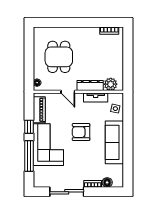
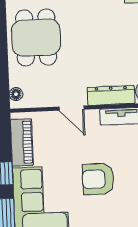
dining table: (59, 57) -> (36, 38), moved

